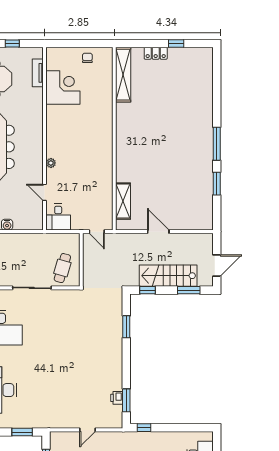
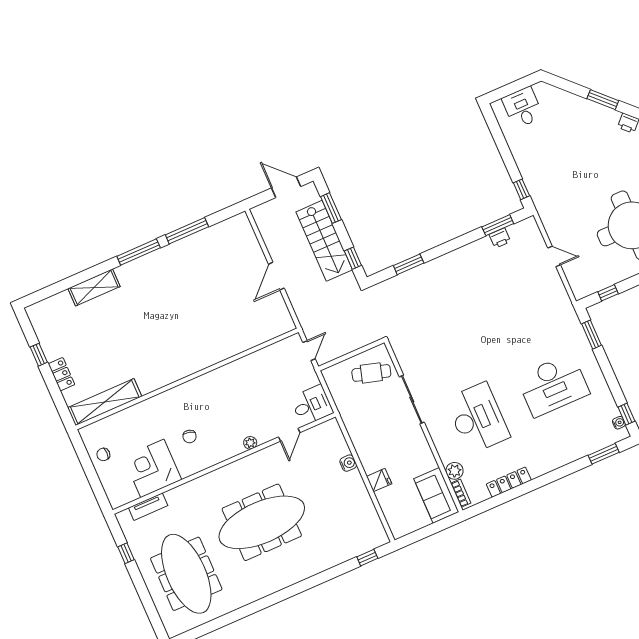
chair: (74, 123) -> (190, 436), added
window: (217, 184) -> (187, 231), width x1.44
shelving: (123, 201) -> (94, 287), moved

